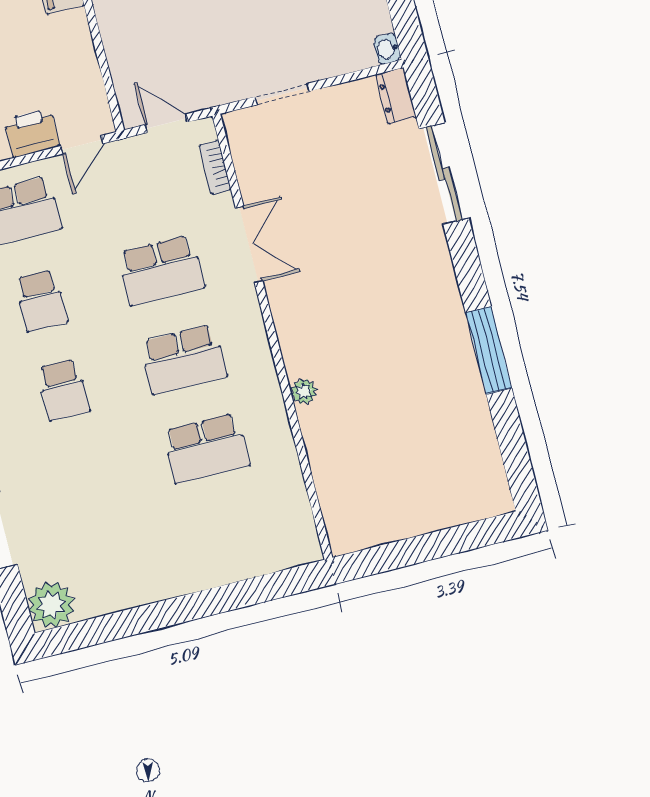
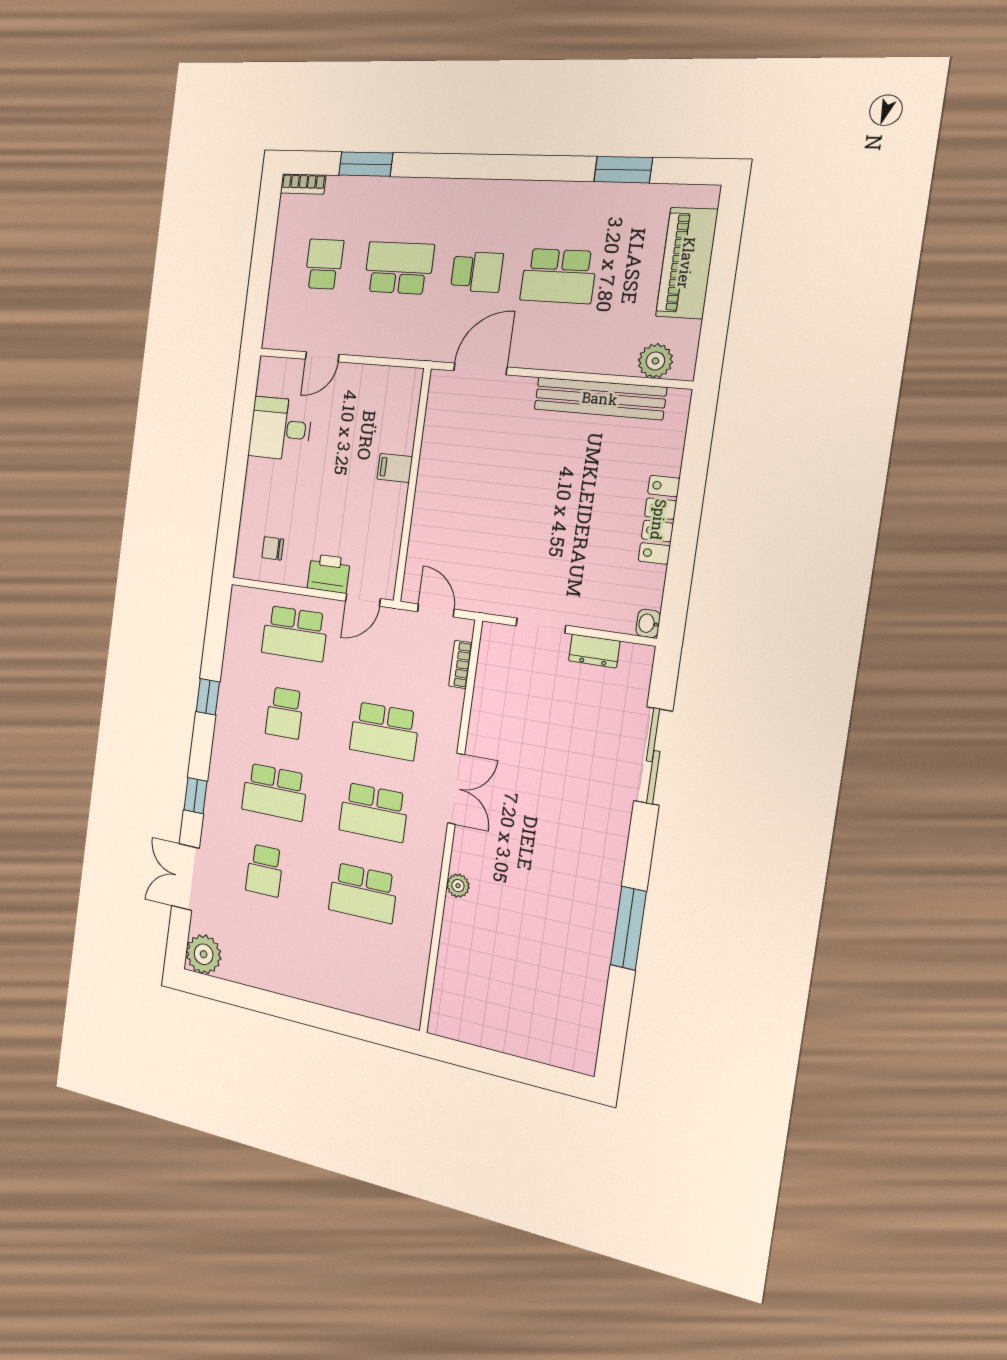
dresser: (396, 96) -> (594, 651), moved, turned -90
double door: (249, 245) -> (456, 789), moved
school desk: (63, 390) -> (275, 792), width x1.85
school desk: (86, 479) -> (265, 870), added

